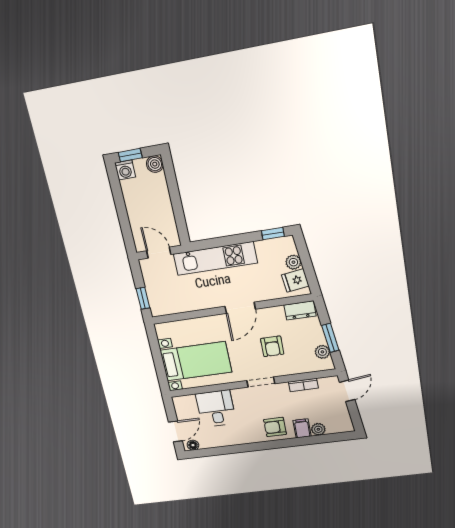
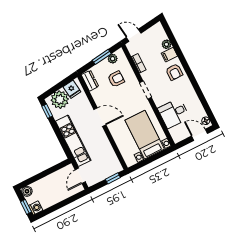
plant: (293, 262) -> (60, 100), width x1.88, depth x1.88
armchair: (272, 346) -> (116, 79), moved

